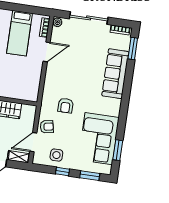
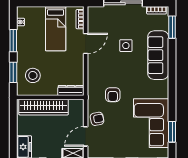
plant: (57, 22) -> (92, 12), removed
dresser: (25, 95) -> (71, 91), added
side table: (56, 155) -> (126, 46), moved

